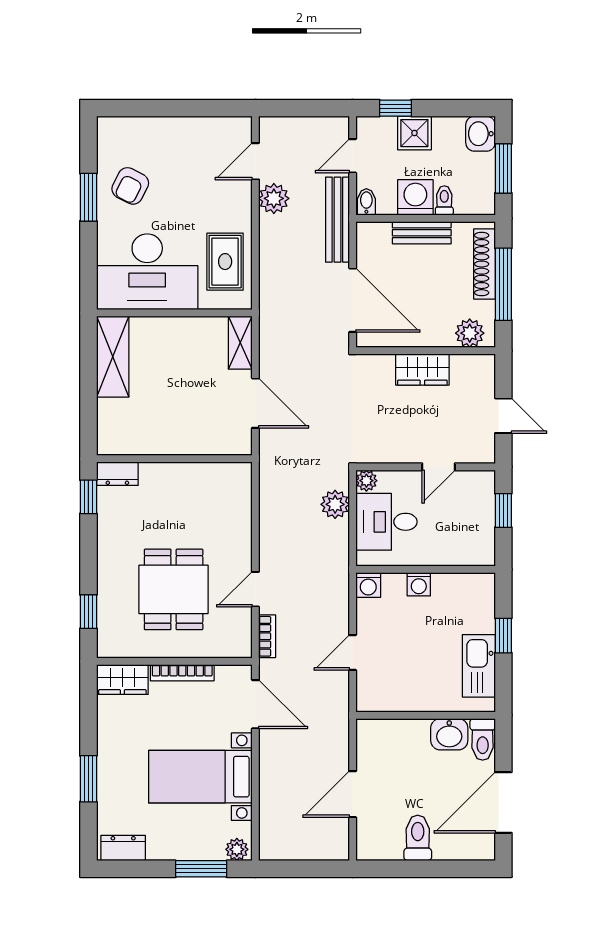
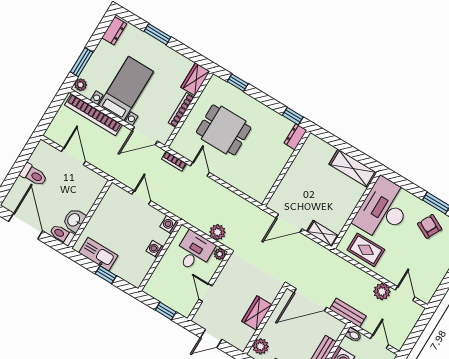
bench: (337, 220) -> (348, 313), width x0.73
bookcase: (271, 802) -> (93, 115), added

